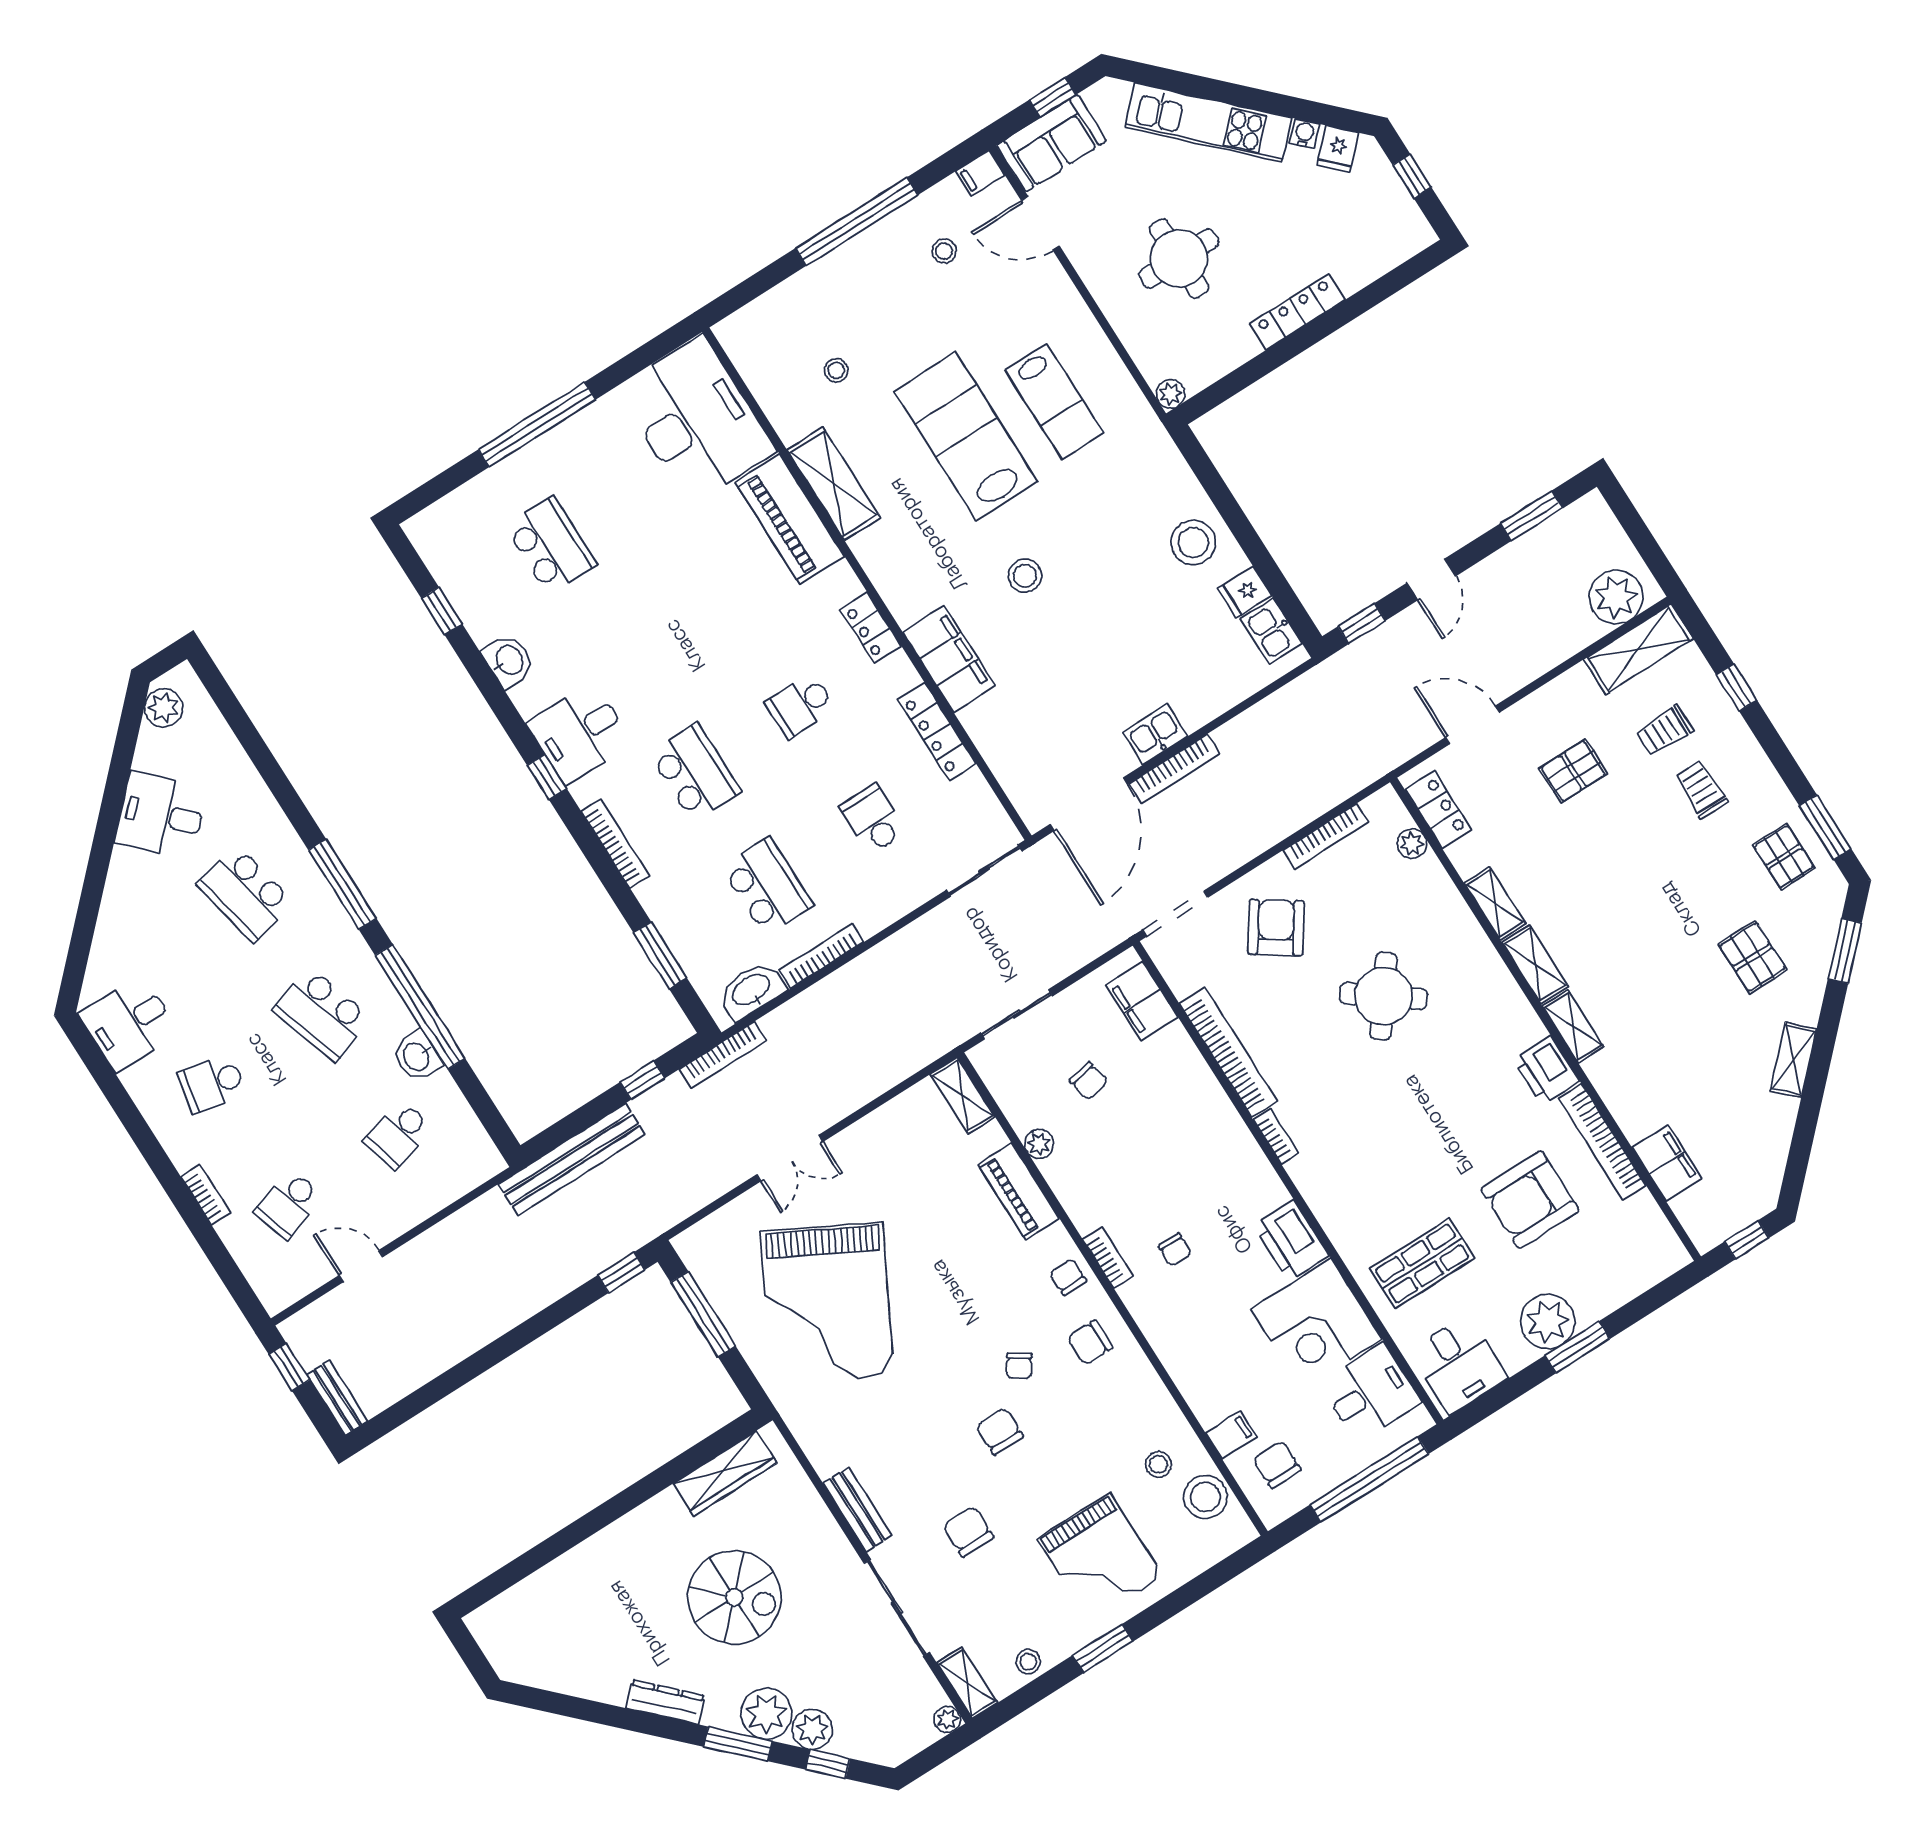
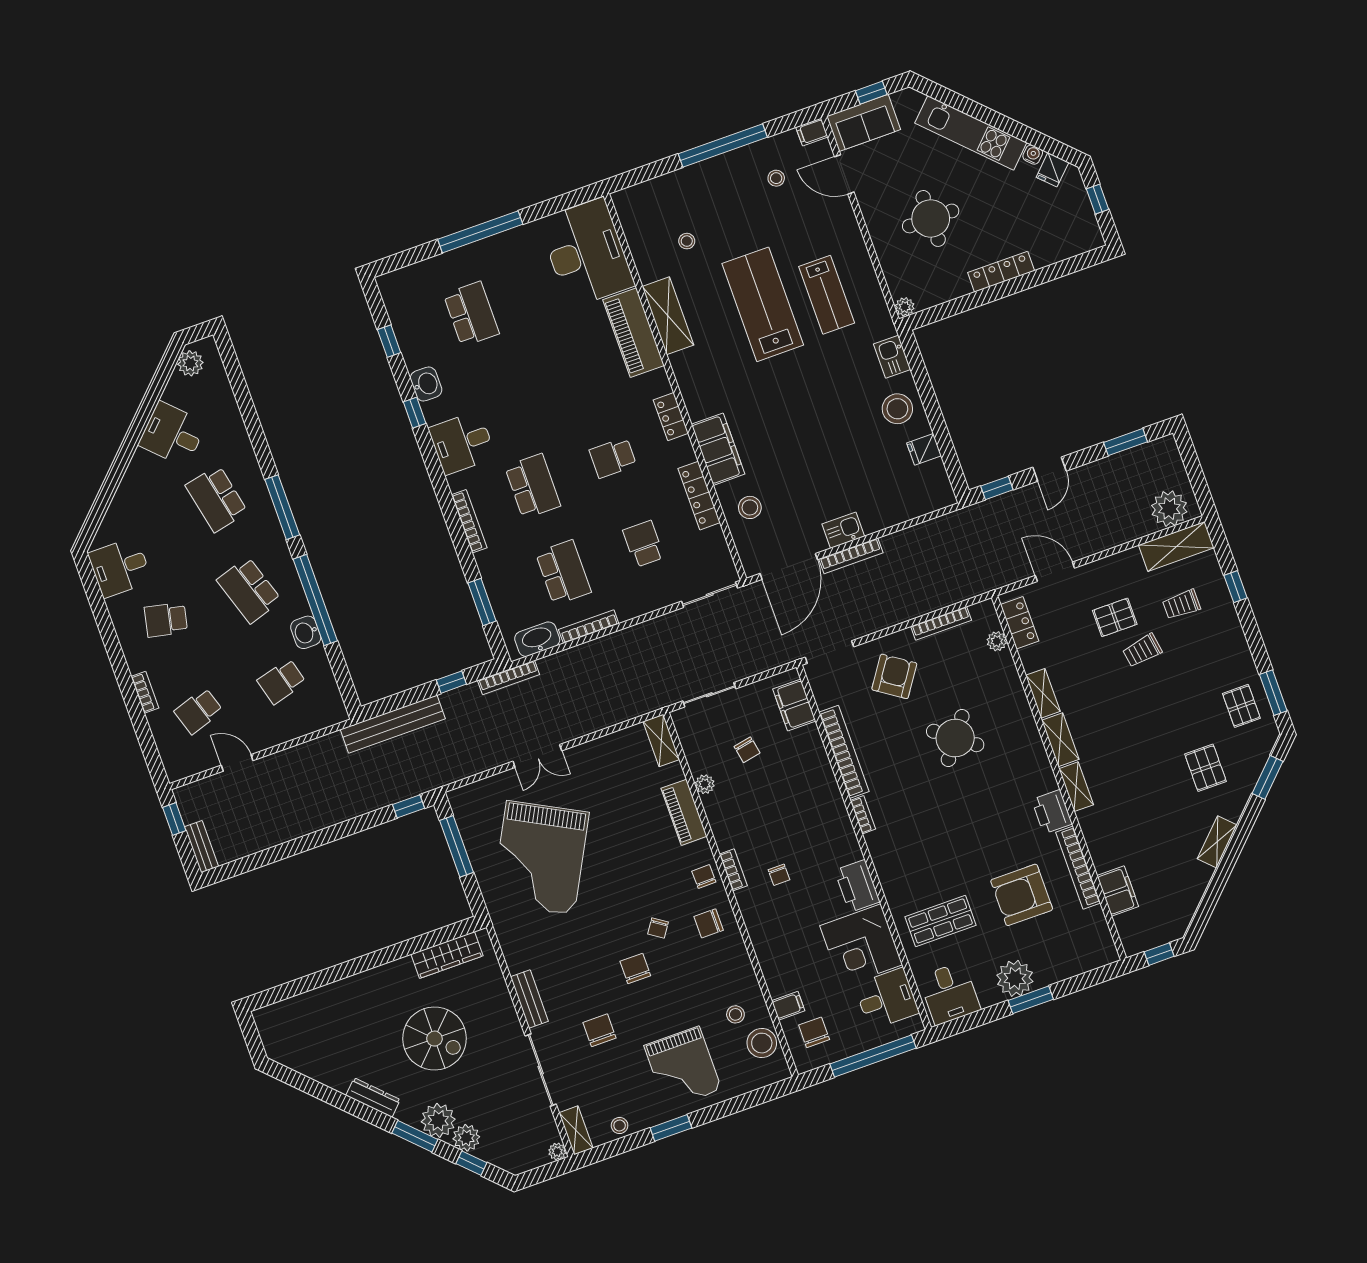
stool: (1025, 576) -> (750, 507), moved
kitchen sink: (1271, 631) -> (892, 357), moved
window: (547, 777) -> (415, 413), moved
trolley: (1701, 789) -> (1142, 650), moved, turned -99

